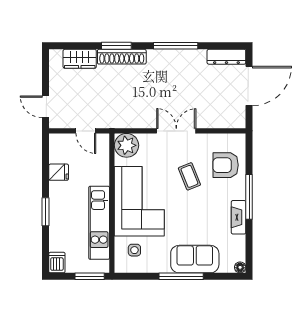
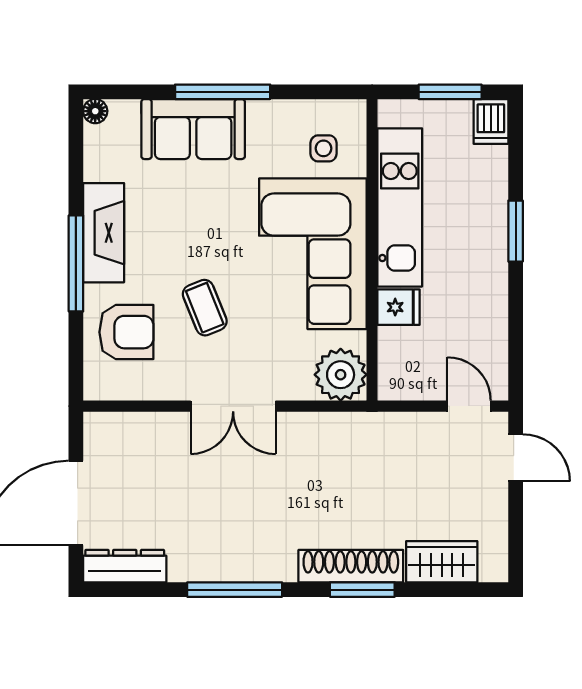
door: (86, 131) -> (469, 406), moved
fridge: (59, 172) -> (399, 307), moved, turned 180
fireplace: (239, 217) -> (104, 233), width x1.37, depth x1.32
window: (90, 276) -> (450, 92), moved

